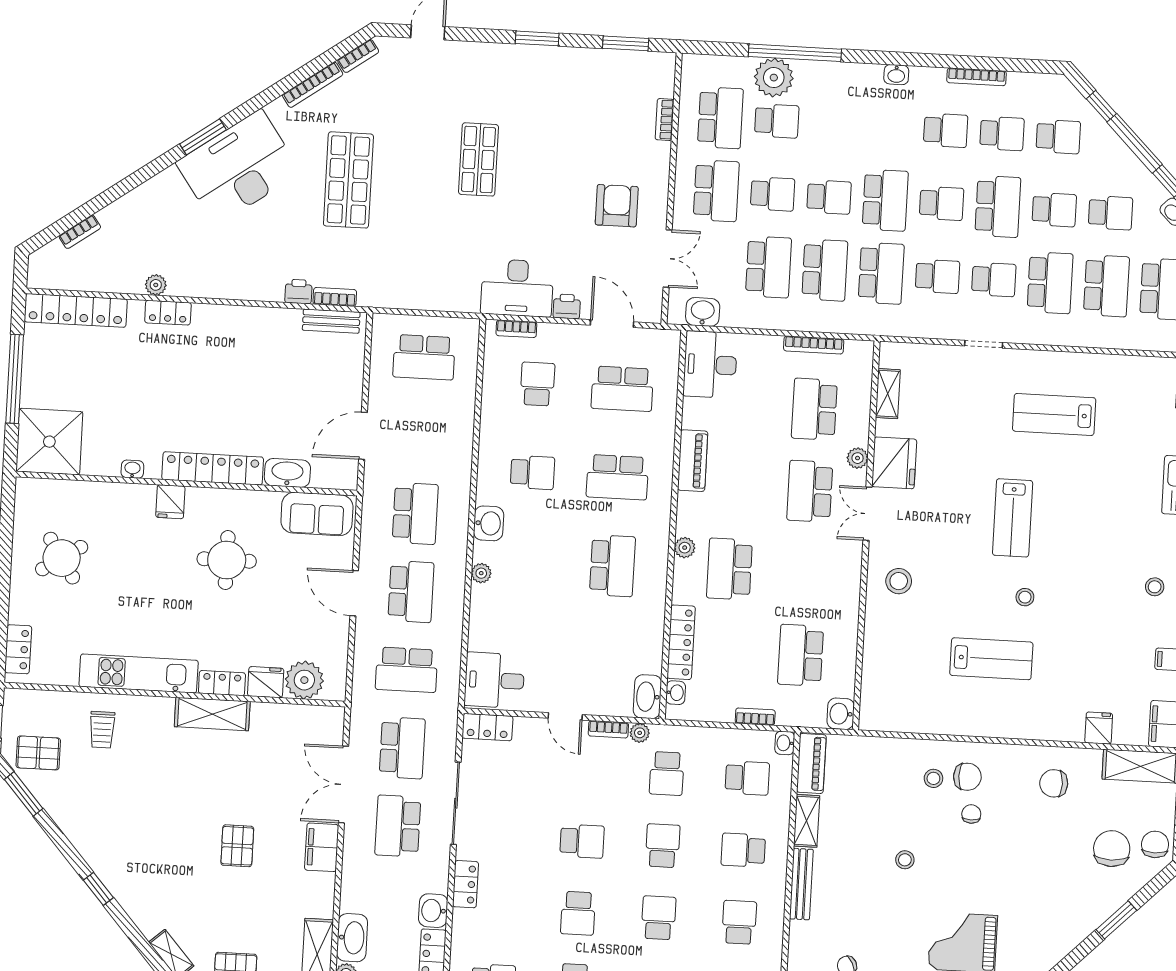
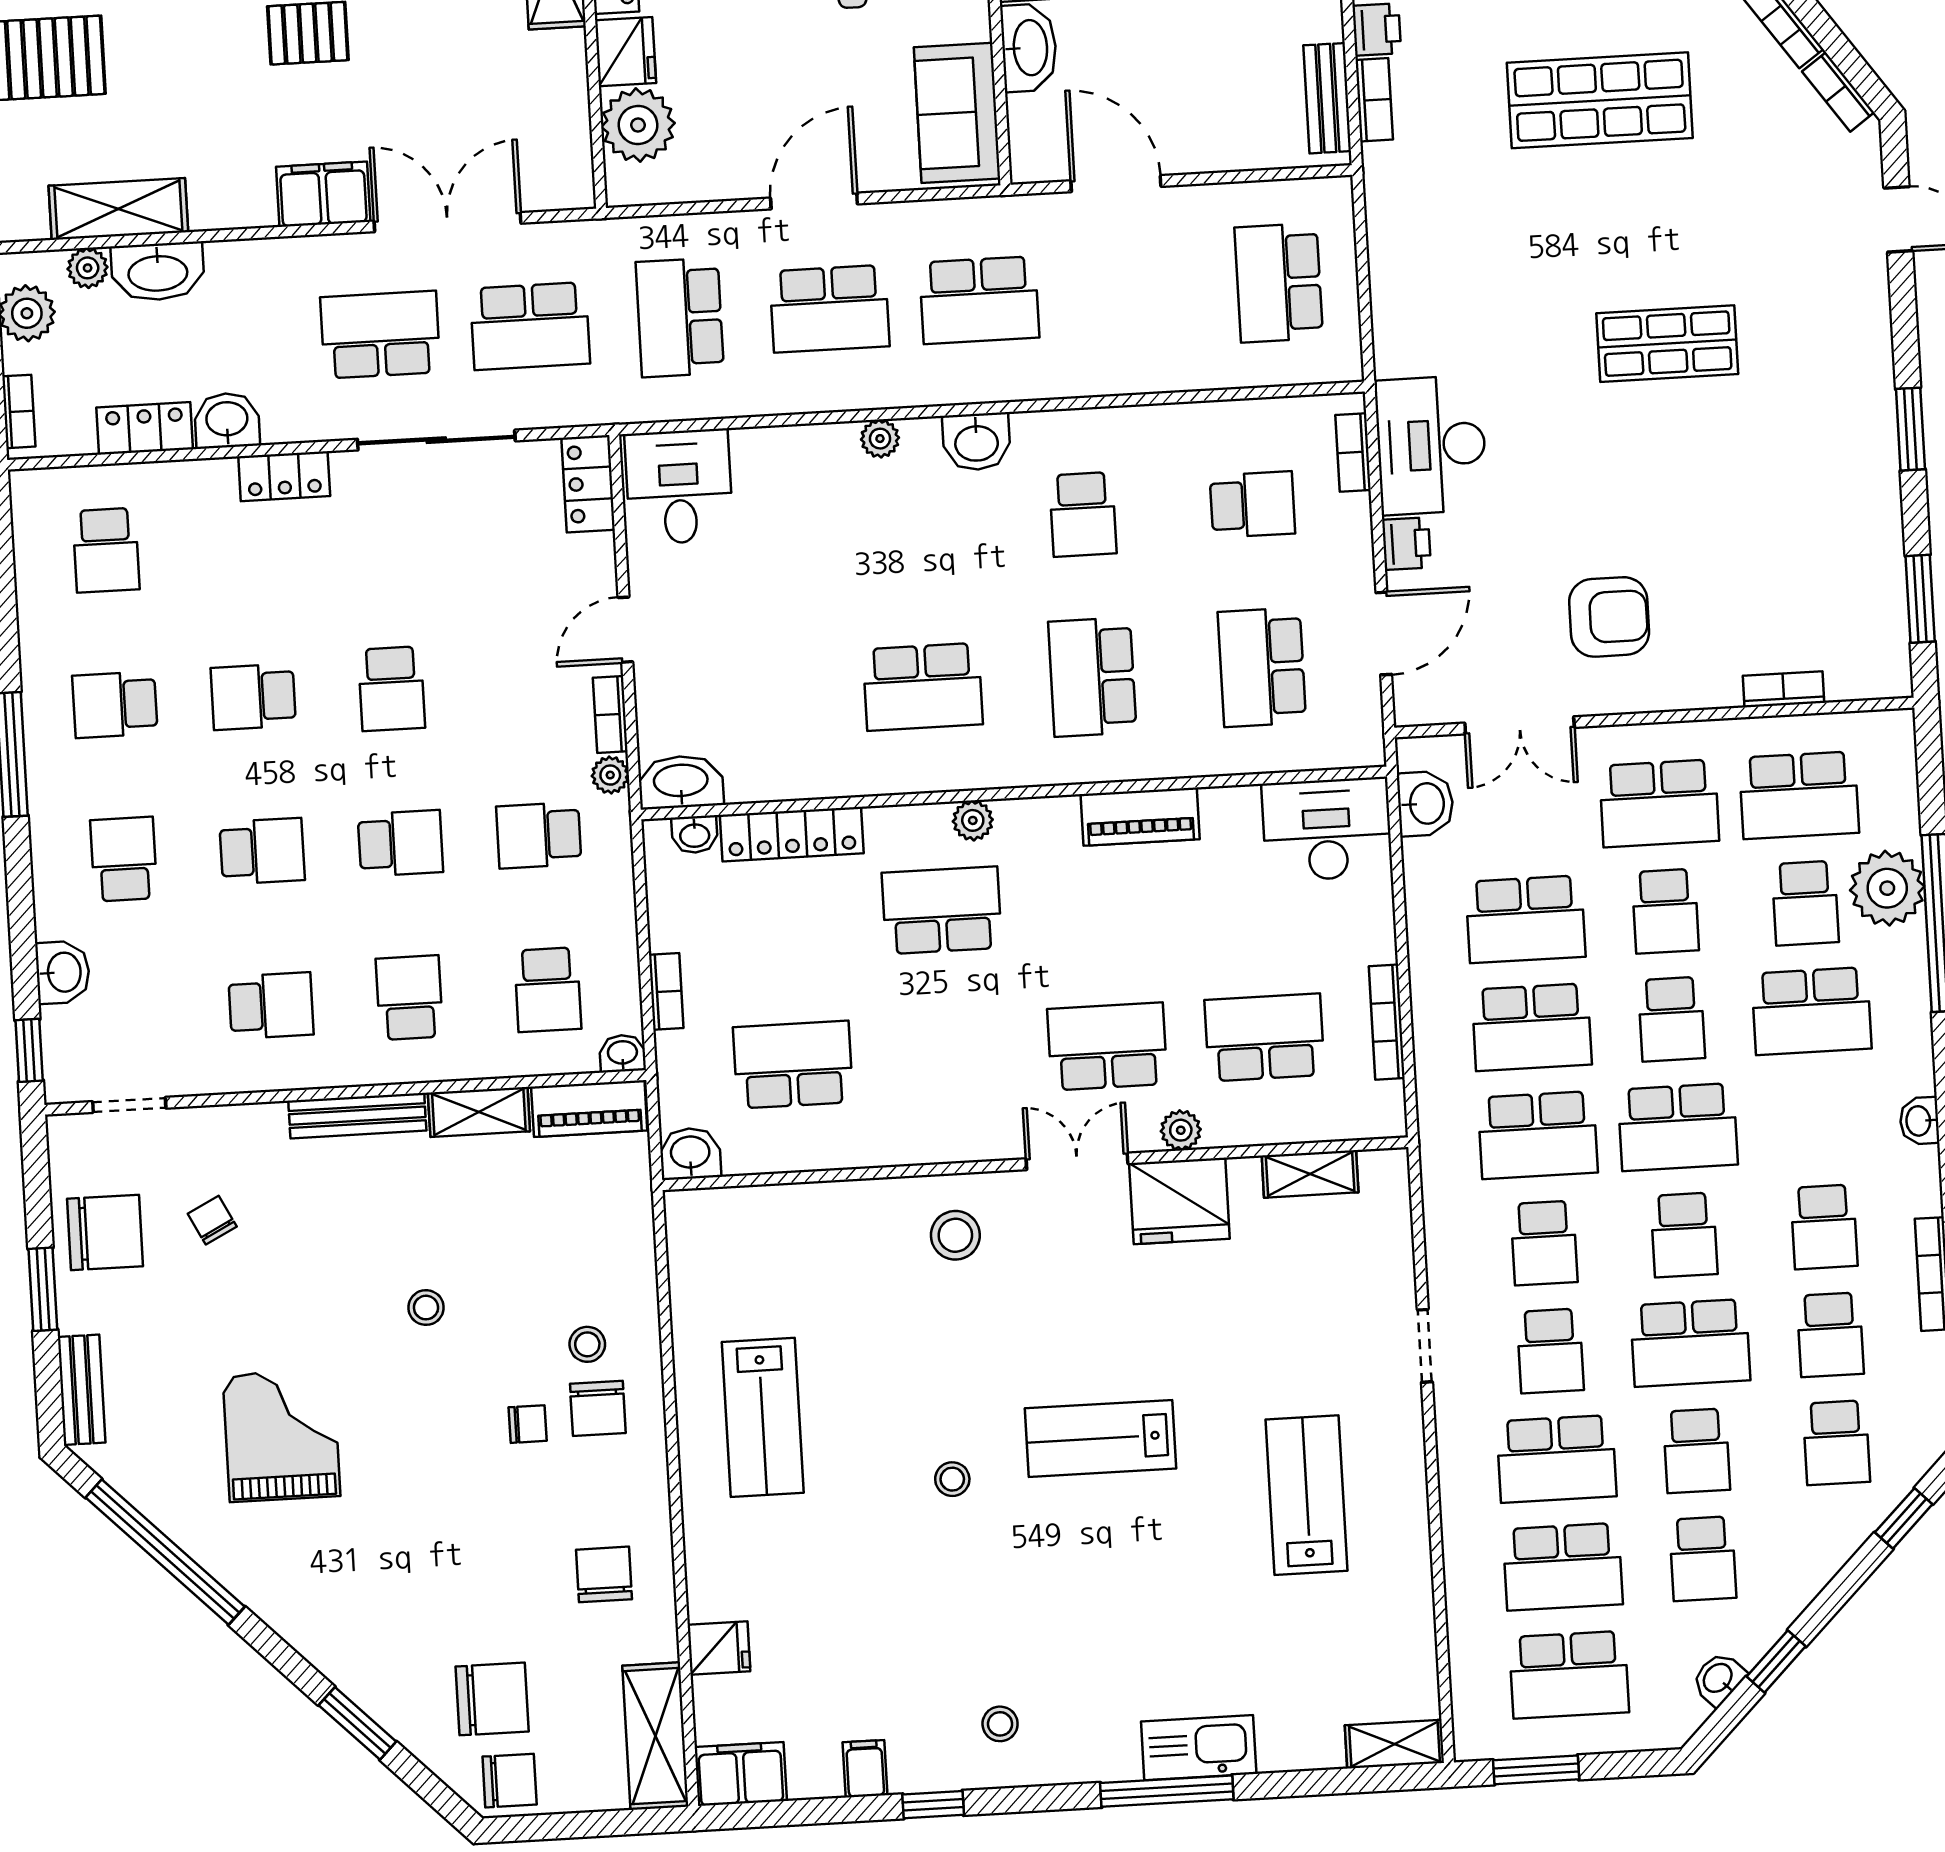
school desk: (833, 124) -> (1812, 1011), added
lab bench: (991, 659) -> (763, 1417), moved

